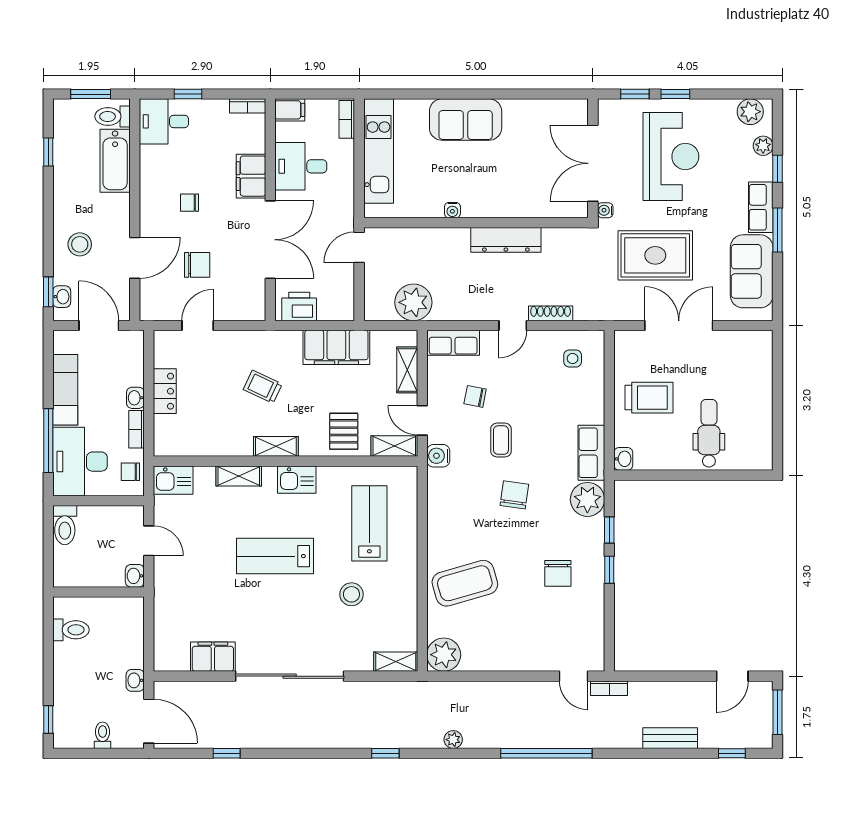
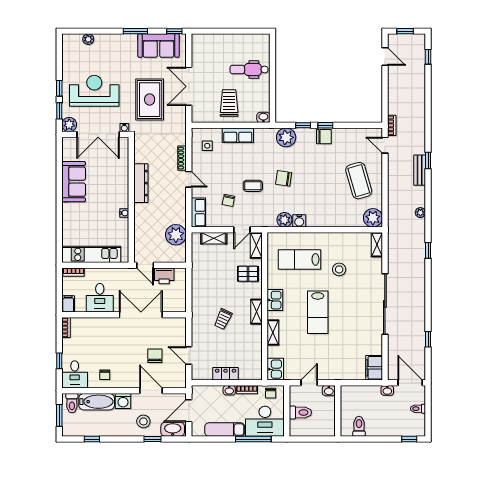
plant: (750, 112) -> (69, 125), moved
sofa: (466, 120) -> (74, 182), moved
window: (778, 169) -> (174, 31), moved
filing cabinet: (251, 176) -> (105, 326), removed
chair: (189, 203) -> (105, 375), moved
row of seats: (761, 207) -> (123, 41), removed
washing machine: (116, 208) -> (123, 401), added
window: (48, 292) -> (152, 439), moved
washbasin: (62, 297) -> (173, 429), width x1.91, depth x1.45
printer: (299, 307) -> (164, 276), moved, turned -90
filing cabinet: (336, 347) -> (201, 278), removed
row of seats: (591, 453) -> (238, 135), moved
water cooler: (438, 456) -> (299, 221), moved
plant: (440, 496) -> (284, 220), added
toilet: (65, 525) -> (300, 412), moved
chair: (558, 573) -> (324, 137), moved
coffee table: (465, 583) -> (359, 181), moved
filing cabinet: (213, 657) -> (374, 368), moved
door: (574, 676) -> (385, 145), swing flipped
window: (778, 712) -> (405, 31), width x0.67
door: (149, 721) -> (410, 383), hinge flipped
bench: (670, 738) -> (420, 170), moved
window: (546, 753) -> (428, 160), width x0.32

